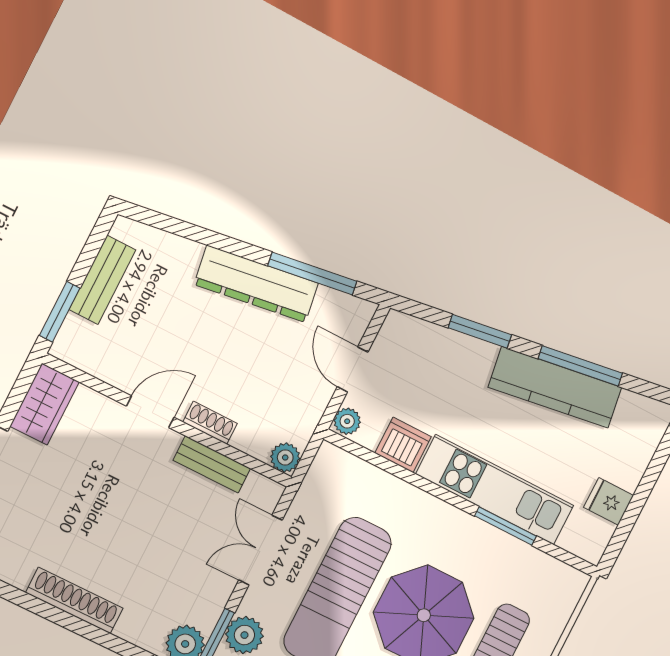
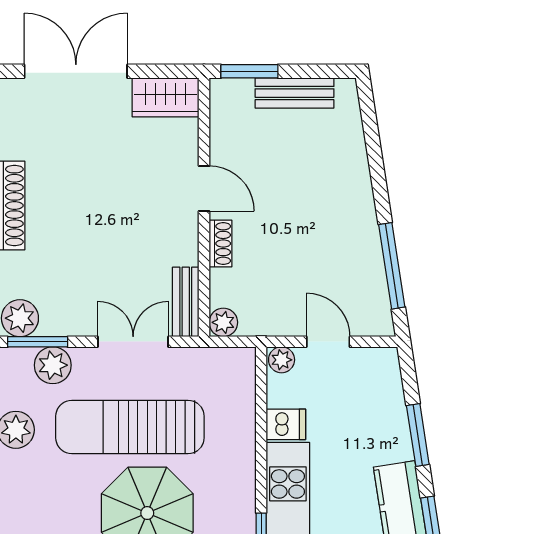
dresser: (256, 284) -> (358, 223), removed
door: (353, 369) -> (328, 342), hinge flipped
dishwasher: (403, 445) -> (286, 424), width x0.73
bench: (212, 464) -> (186, 302), moved

